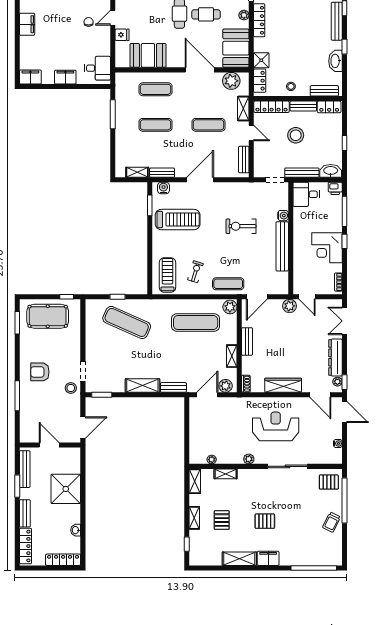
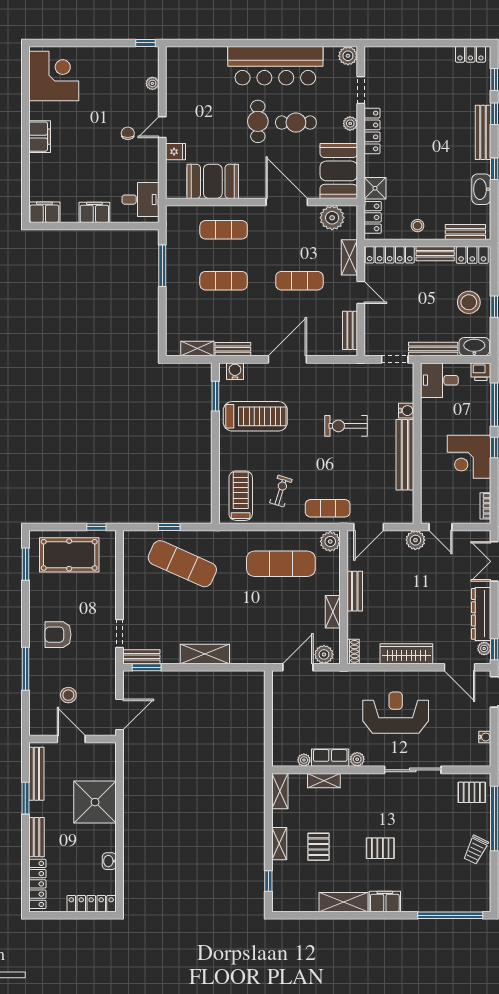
stool: (296, 135) -> (469, 302), moved
bench: (173, 387) -> (141, 657), moved
stool: (71, 388) -> (68, 695), moved
row of seats: (230, 458) -> (330, 758), added

